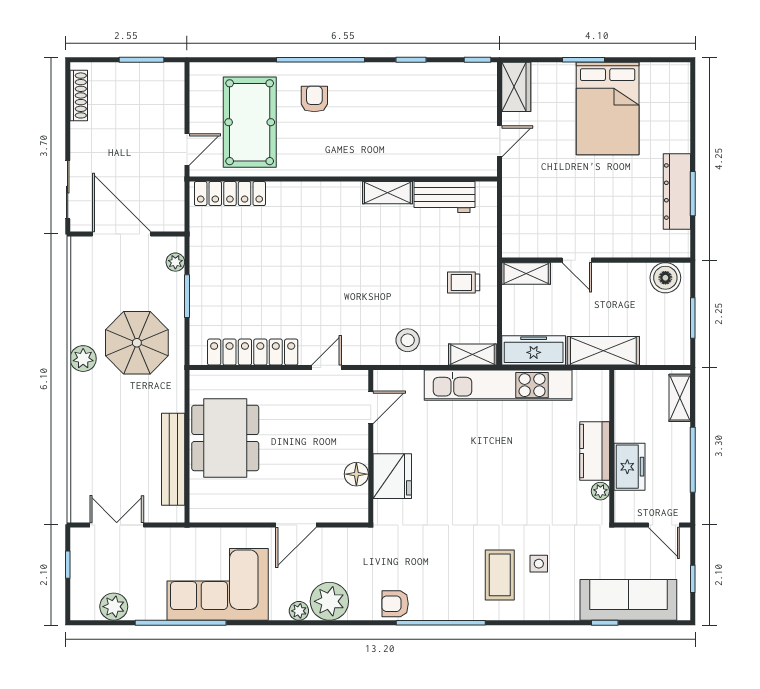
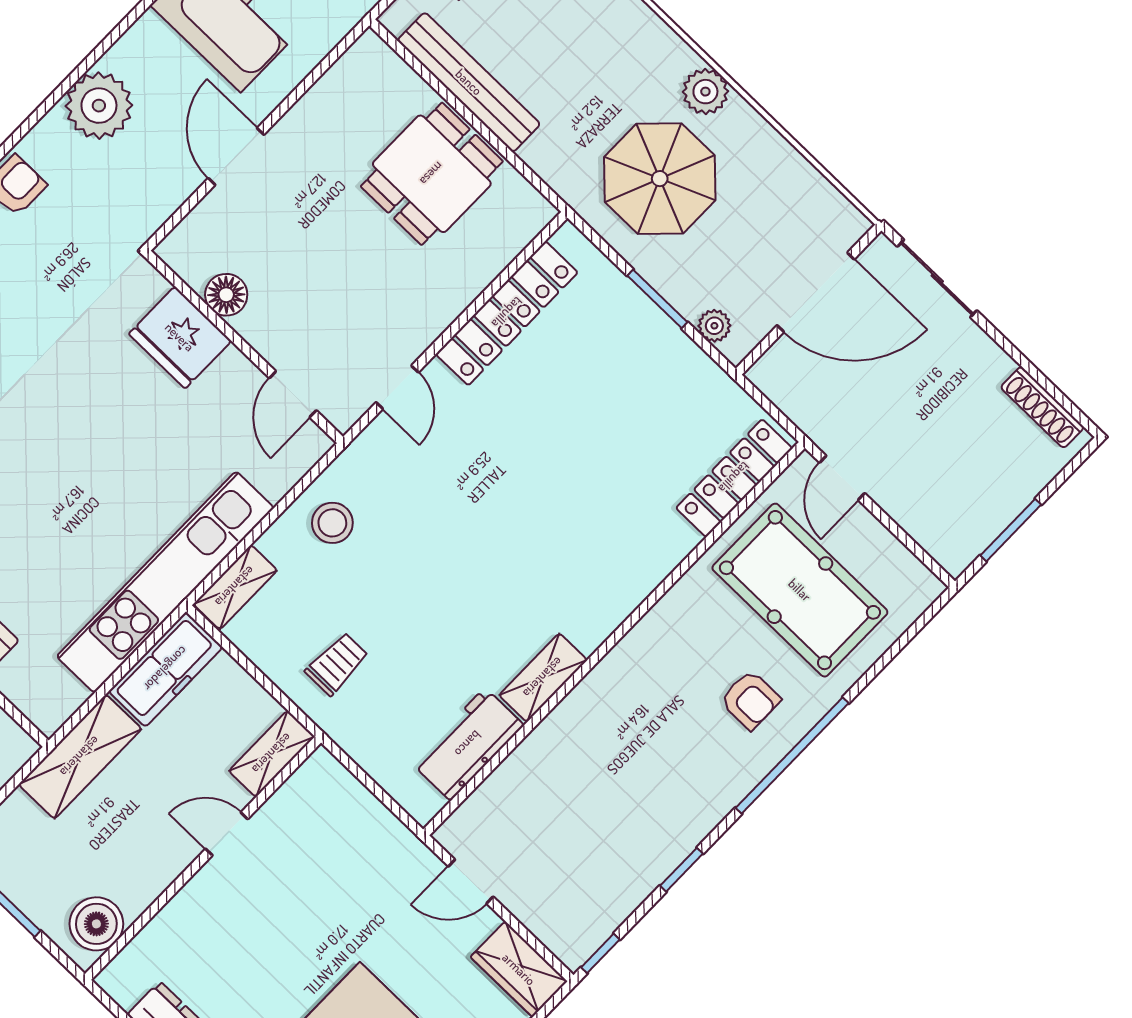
door: (500, 141) -> (471, 882), hinge flipped
dining table: (225, 438) -> (432, 174), width x0.73
plant: (299, 611) -> (124, 55), removed

